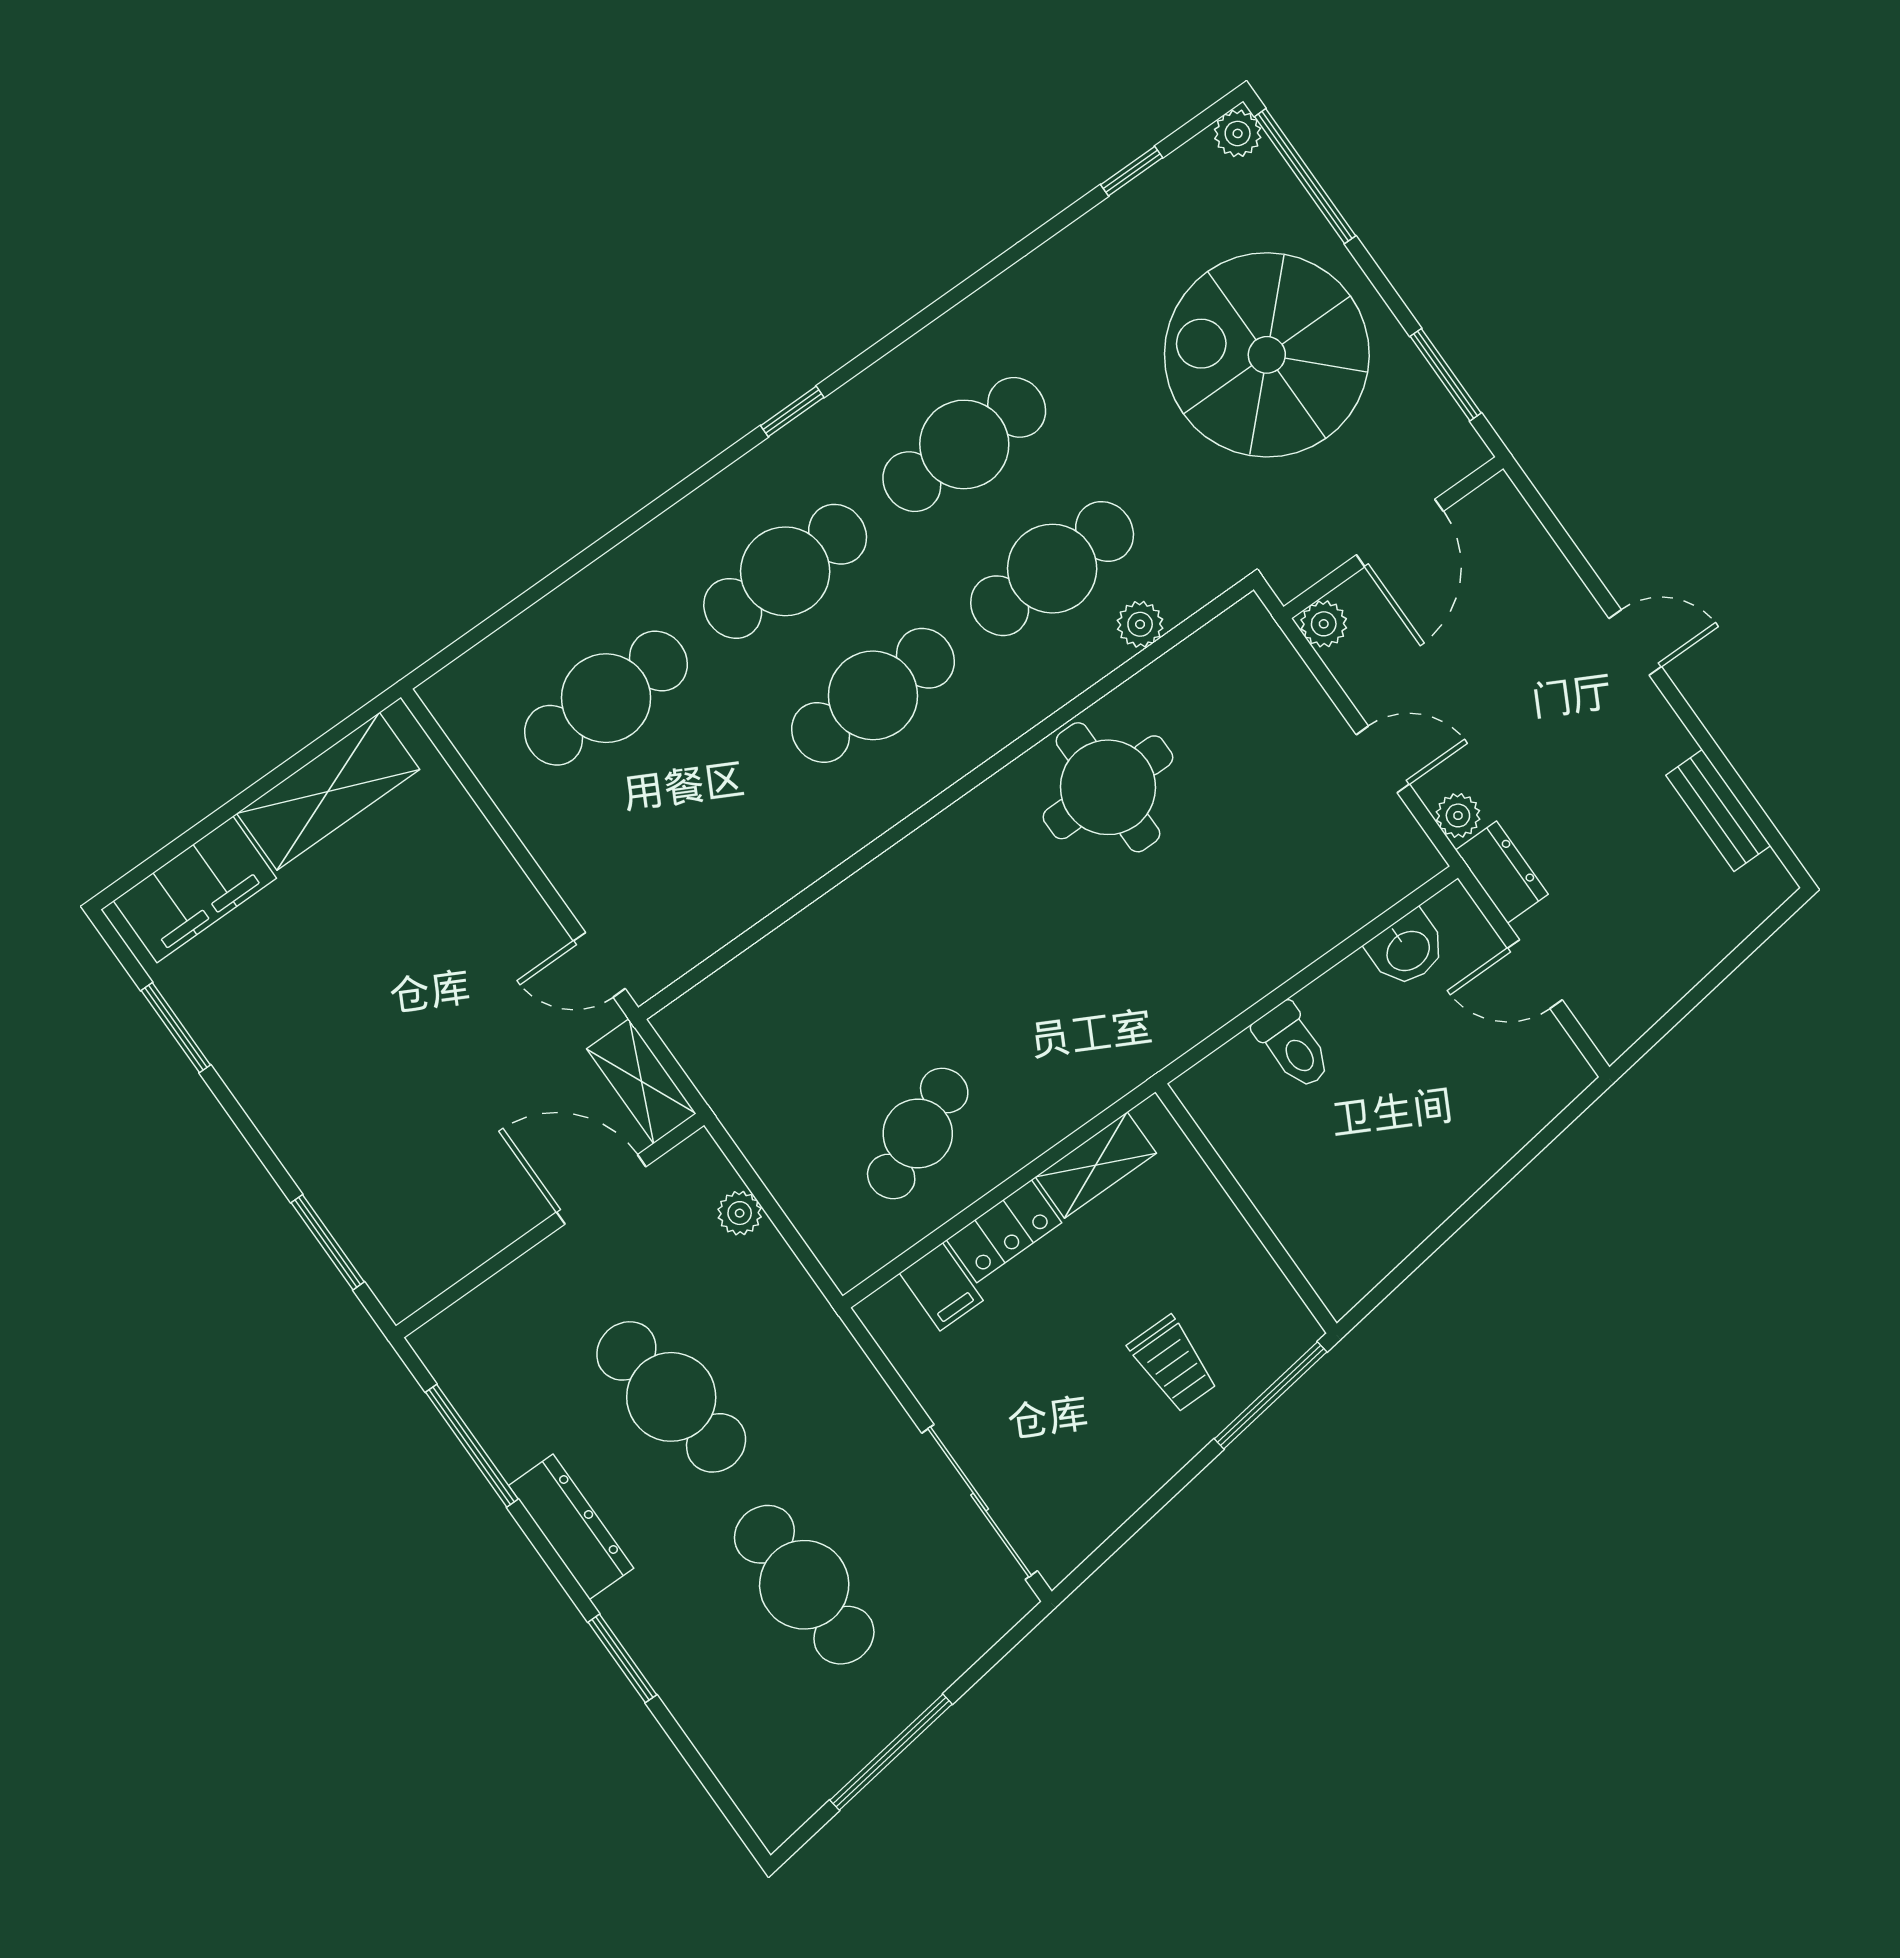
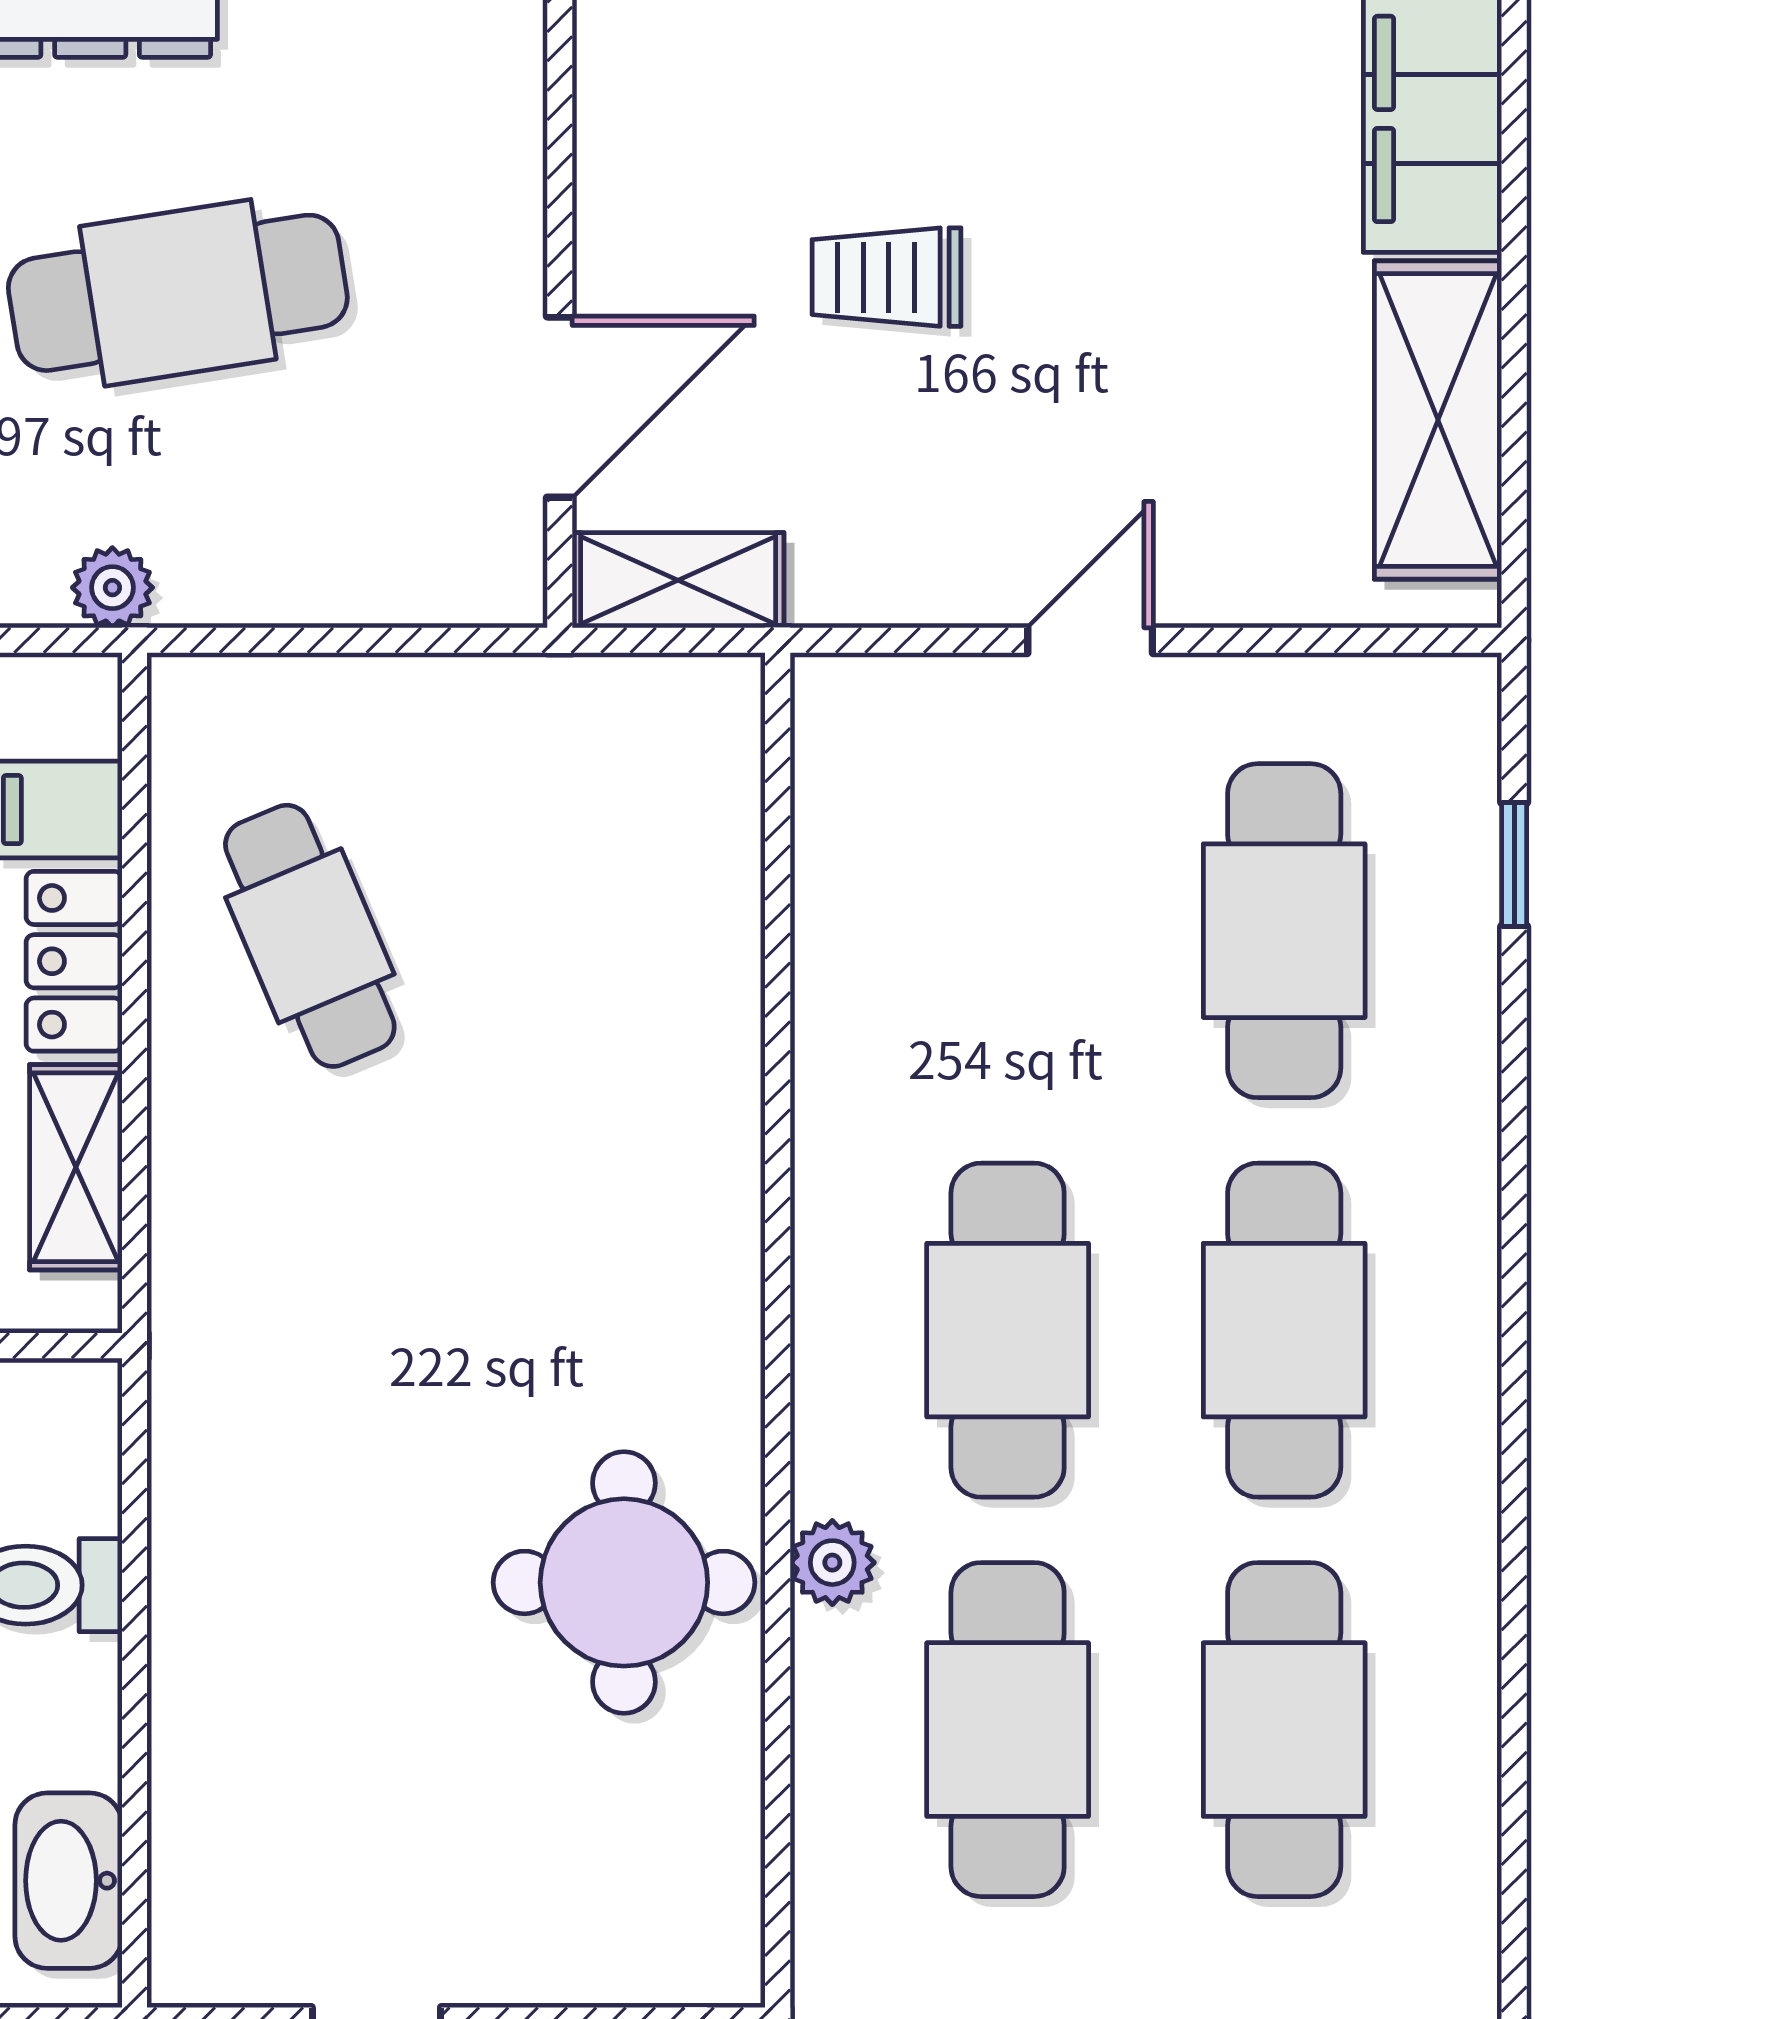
window: (792, 411) -> (1514, 864), moved
plant: (1140, 624) -> (832, 1563), moved
washbasin: (1407, 949) -> (68, 1881), width x1.38
door: (599, 965) -> (1090, 640), moved
trolley: (439, 1084) -> (887, 277), added
plant: (740, 1213) -> (112, 588), moved

